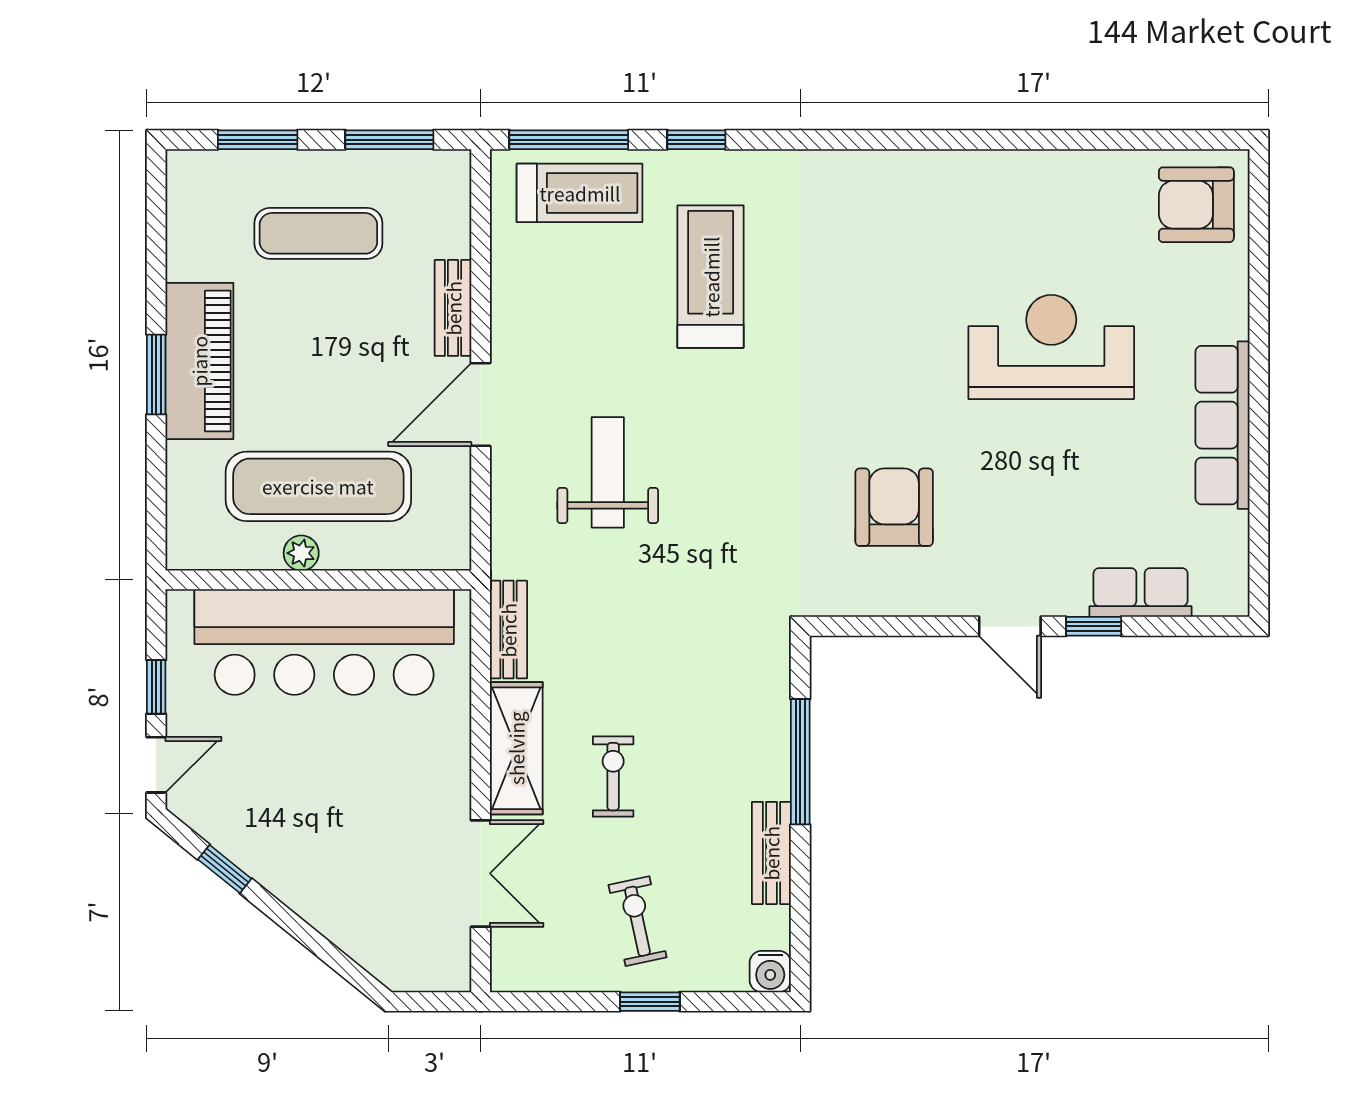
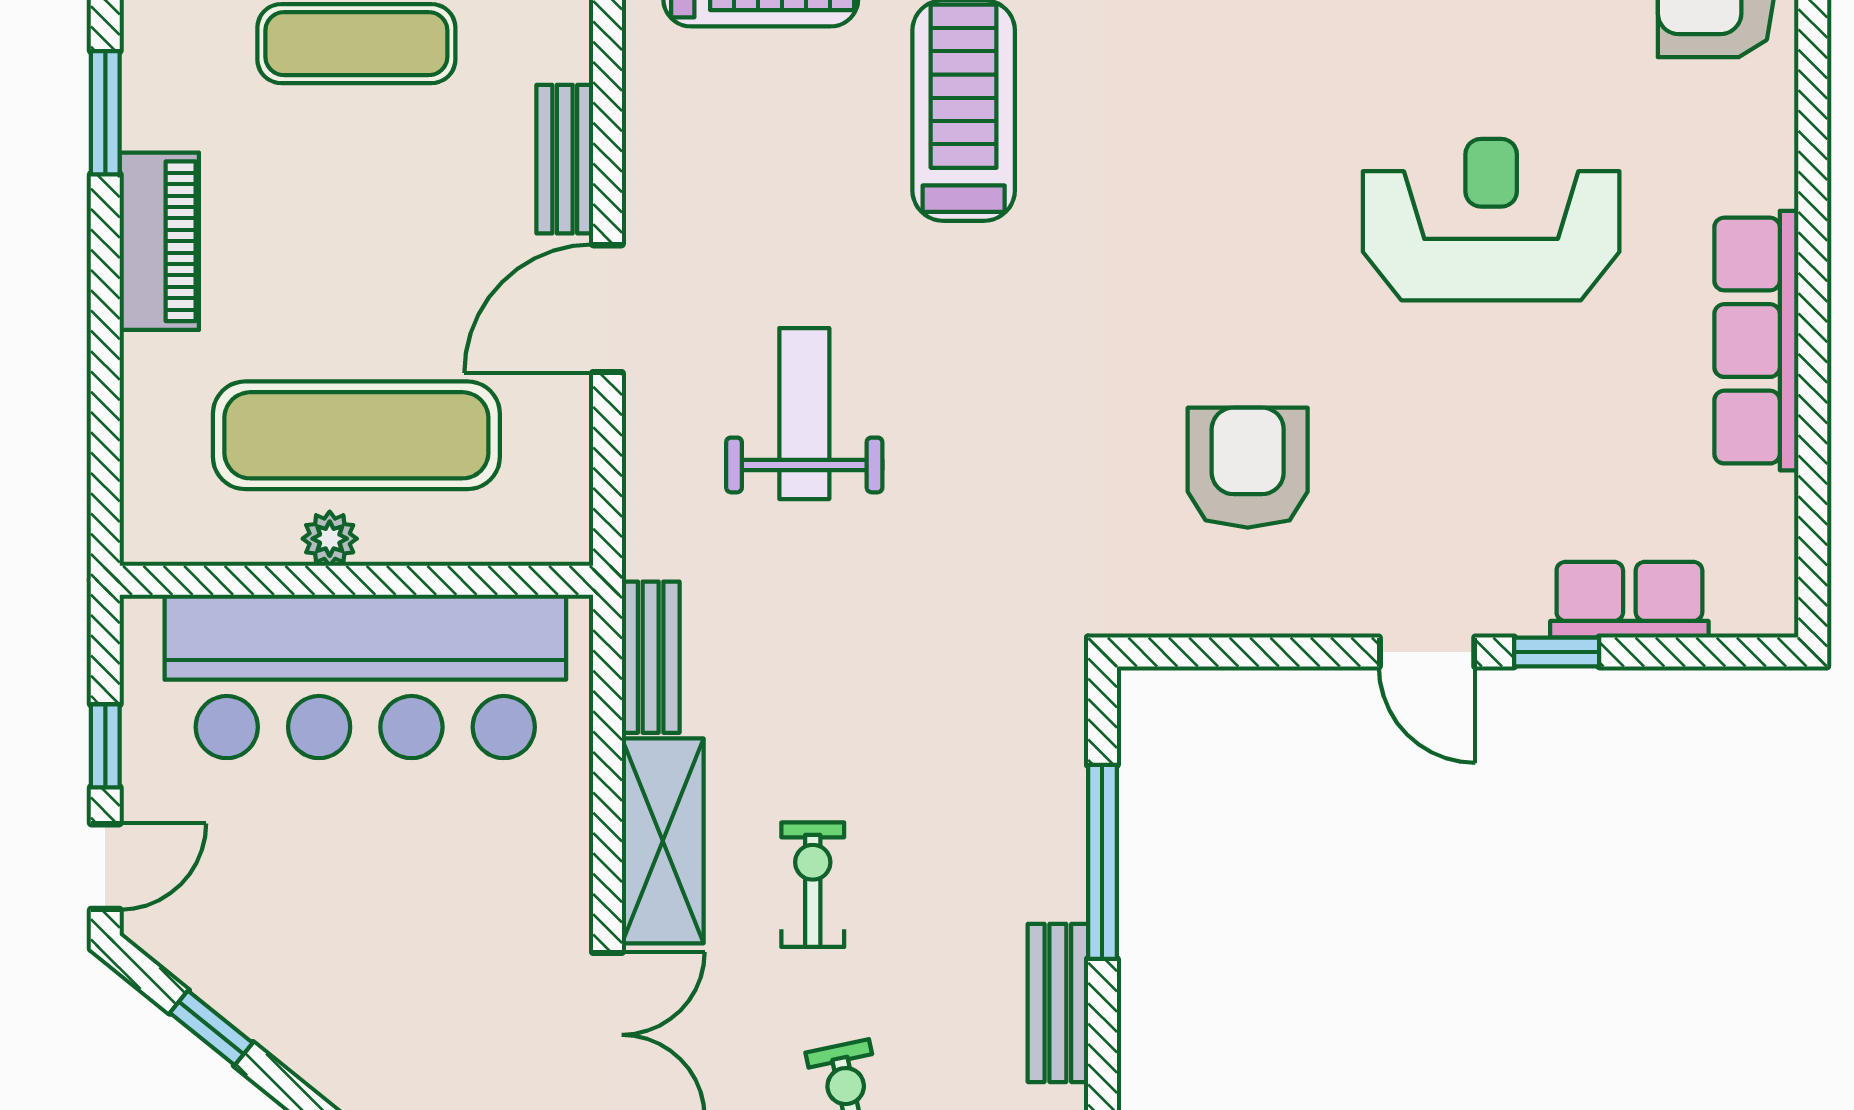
piano: (199, 361) -> (159, 241), width x0.73, depth x0.75
window: (156, 375) -> (105, 113), moved

